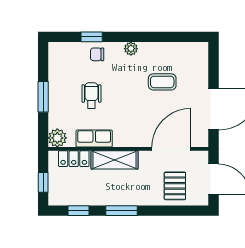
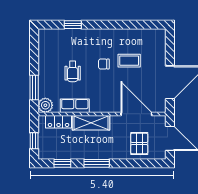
plant: (131, 49) -> (104, 34), removed
chair: (97, 54) -> (104, 64), moved
wheelchair: (91, 96) -> (73, 71), turned 180
window: (43, 97) -> (34, 87), moved
door: (171, 149) -> (136, 114), hinge flipped

